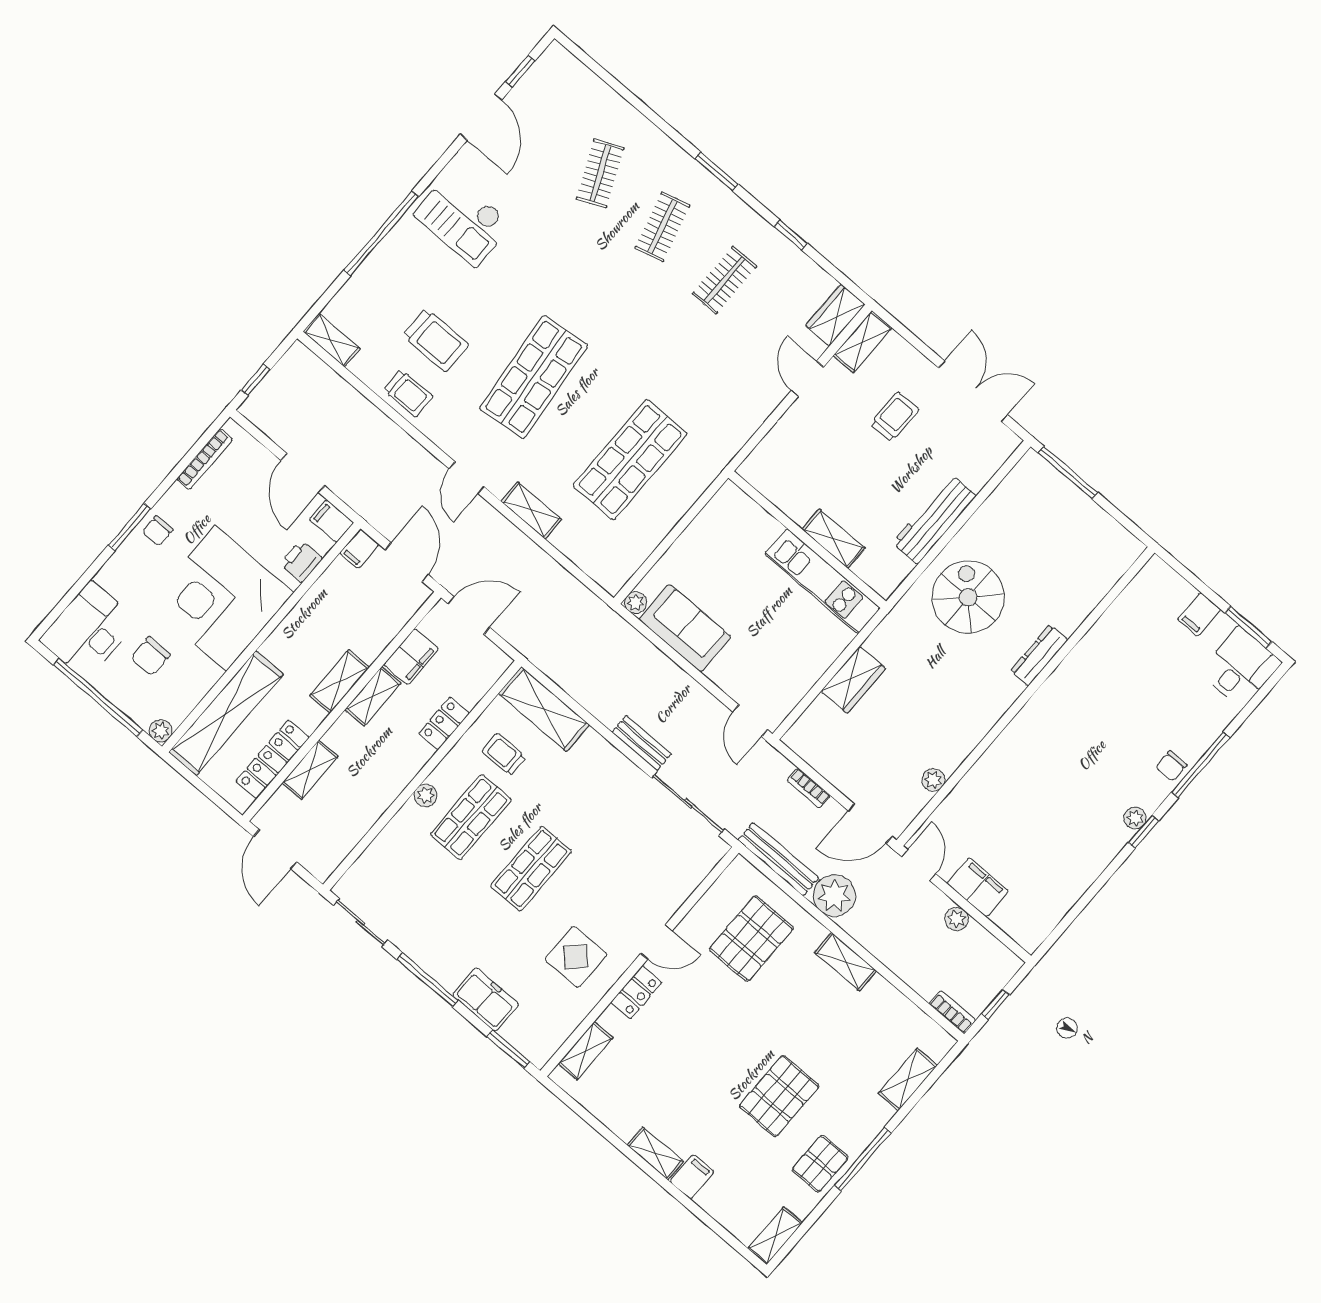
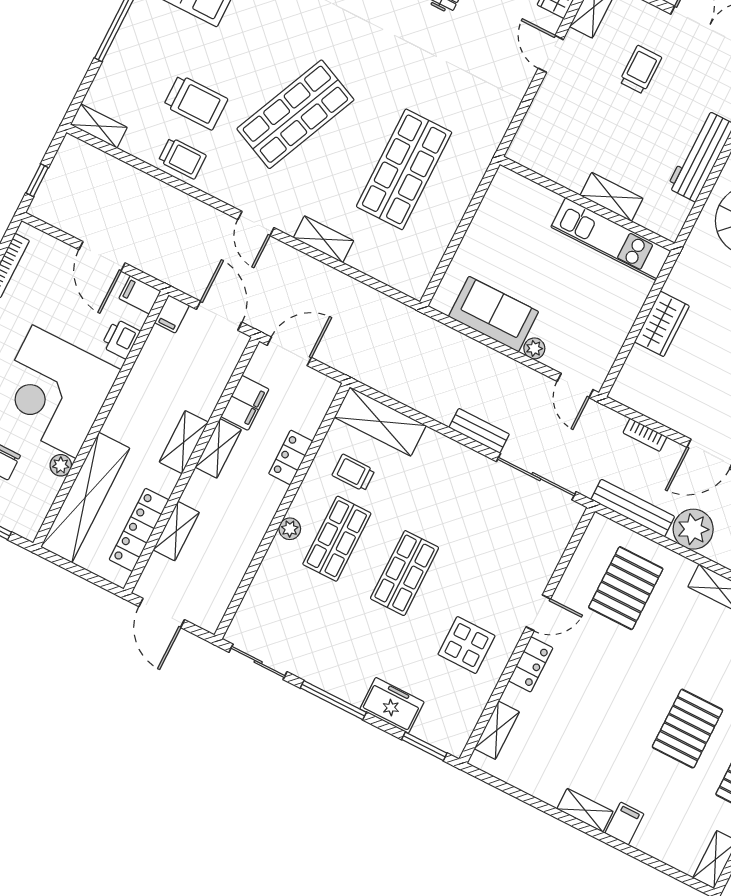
shop shelf: (534, 377) -> (295, 114), turned 30
plant: (636, 603) -> (534, 348), moved
plant: (161, 731) -> (61, 465), moved

